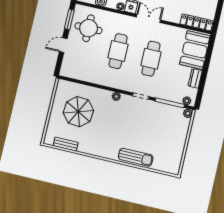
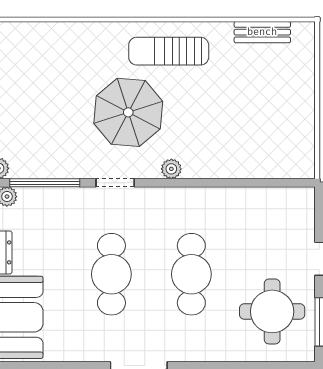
parasol: (78, 112) -> (128, 112), moved
sun lounger: (136, 157) -> (169, 51), moved

